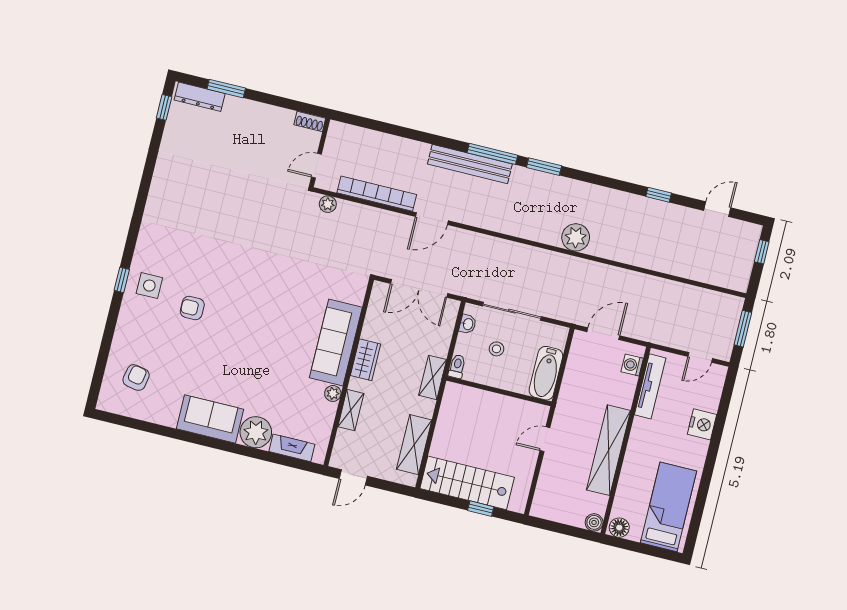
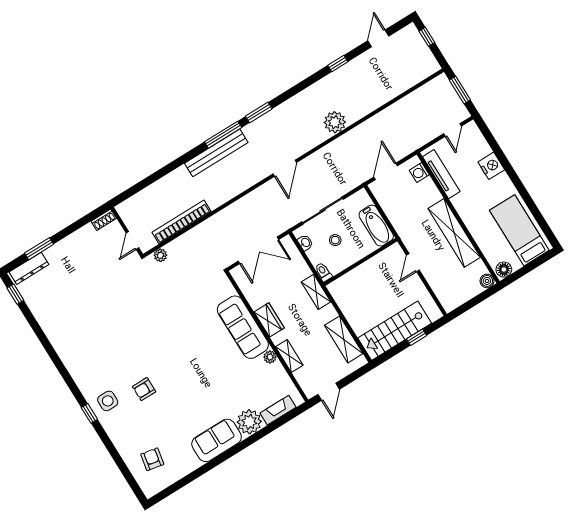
door: (432, 219) -> (285, 168), moved
plant: (576, 237) -> (335, 122), moved

